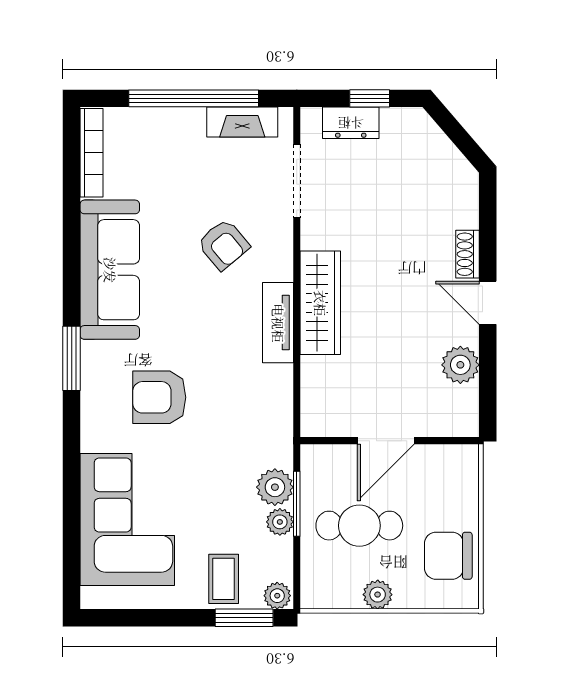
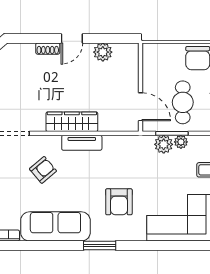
door: (386, 441) -> (140, 107), moved

